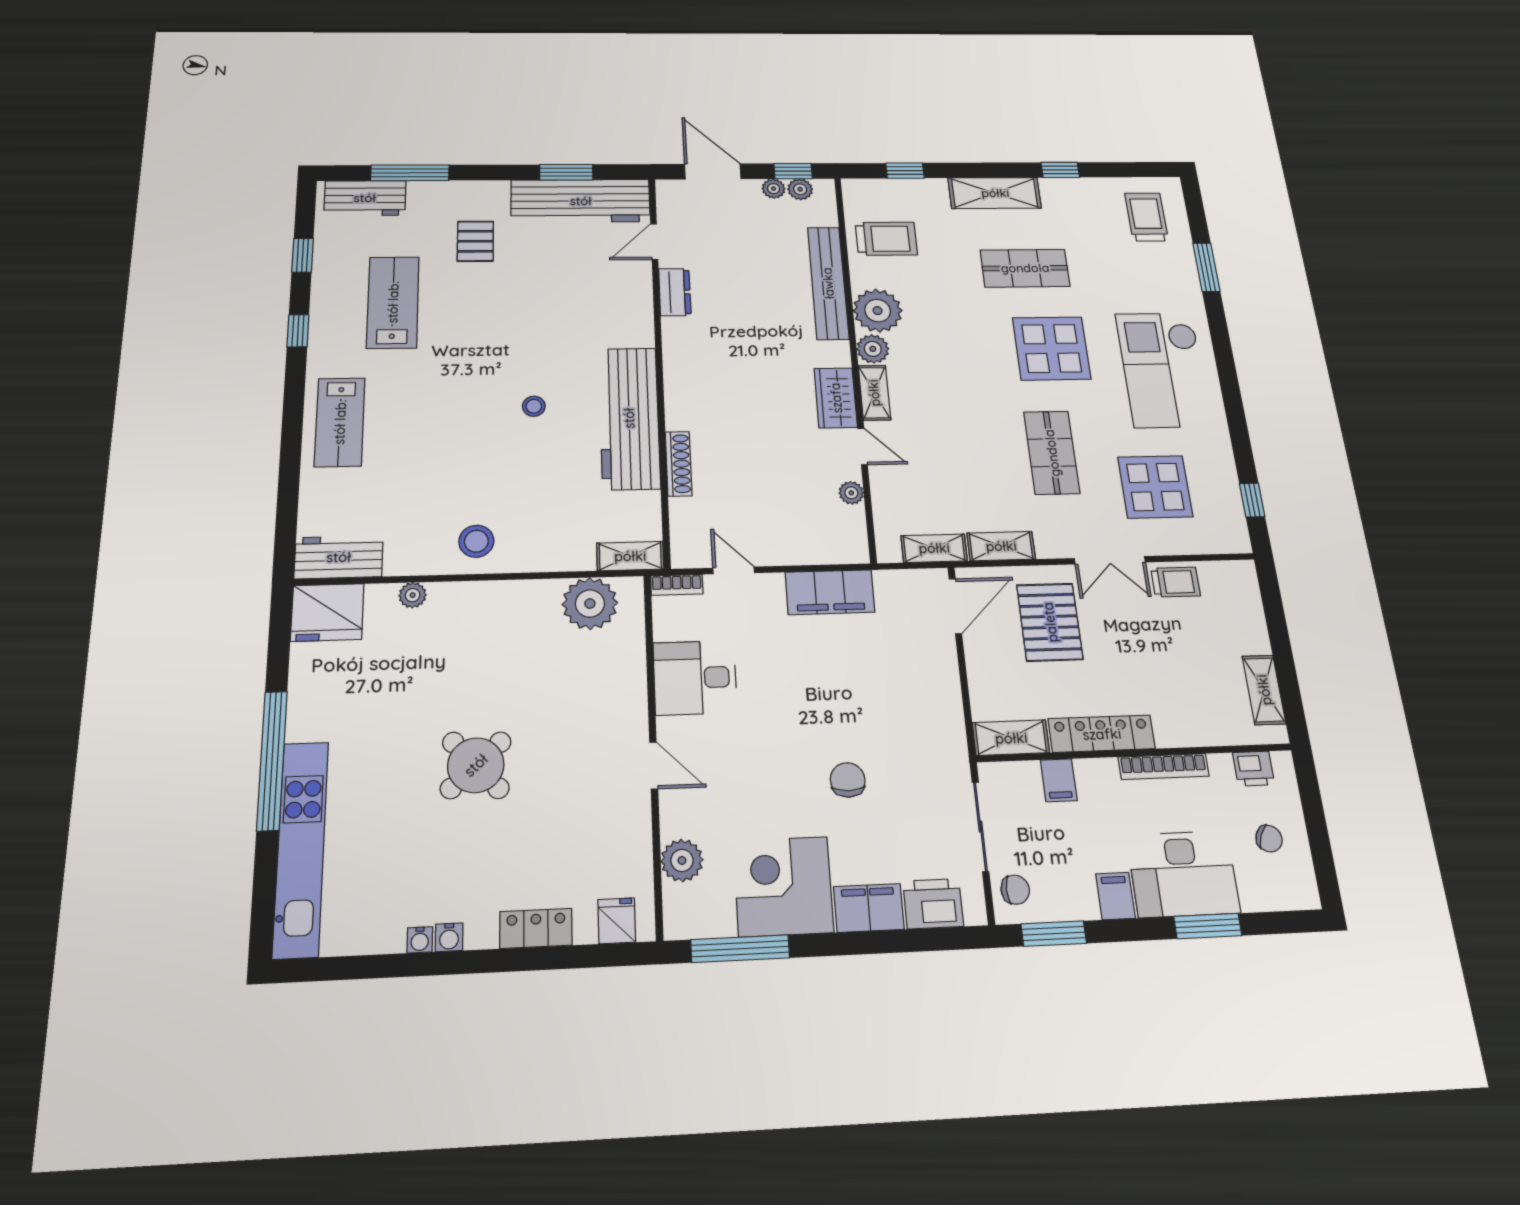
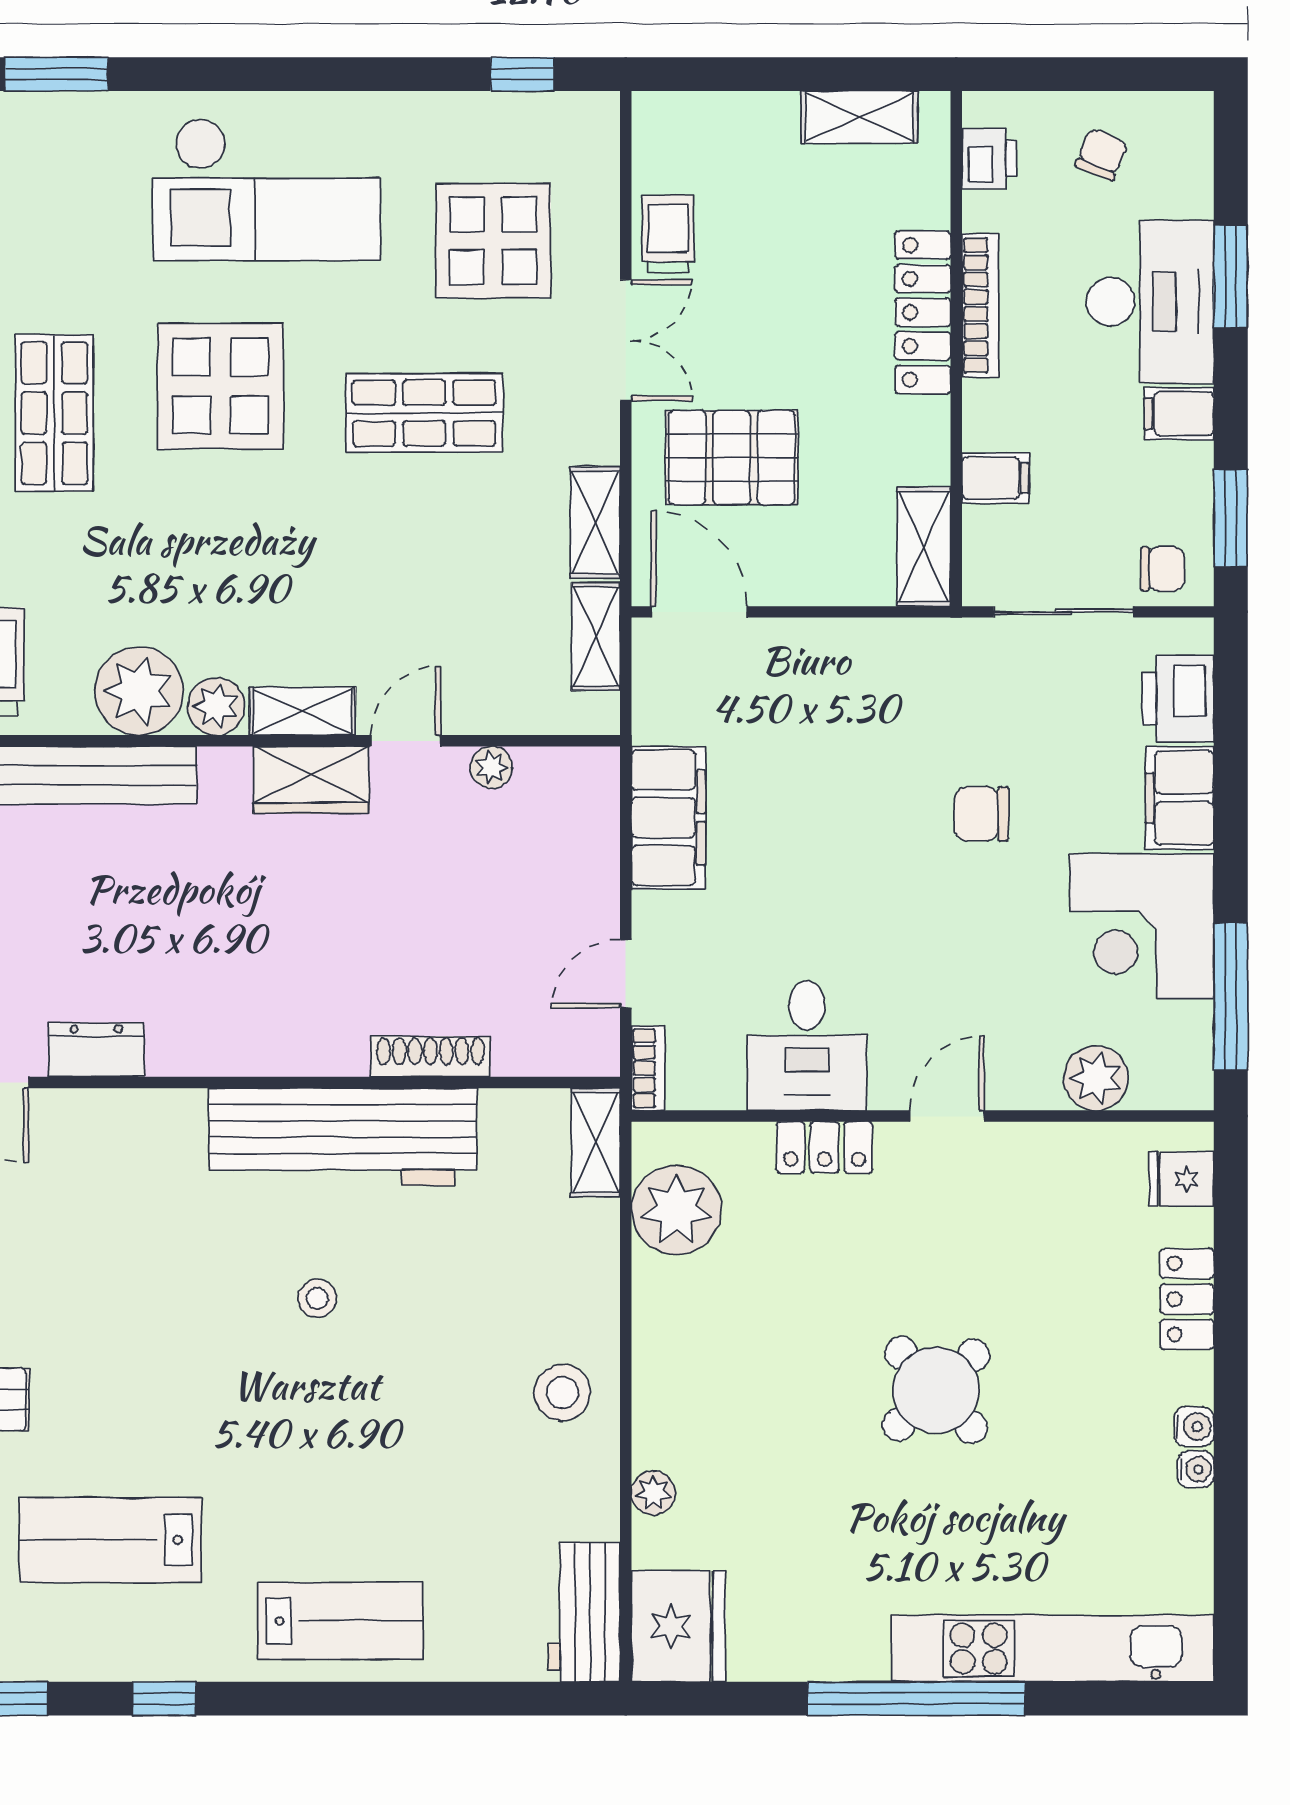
locker: (631, 690) -> (824, 1147), added
locker: (1102, 734) -> (923, 312), moved
chair: (1015, 890) -> (1162, 569), turned 90

